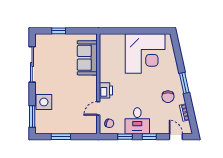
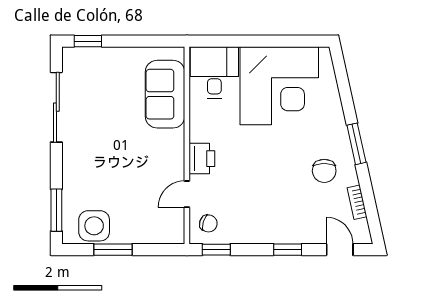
window: (59, 31) -> (88, 41), moved
side table: (44, 102) -> (94, 226), moved
desk: (137, 121) -> (214, 72), moved, turned 180
window: (125, 137) -> (216, 250), moved

